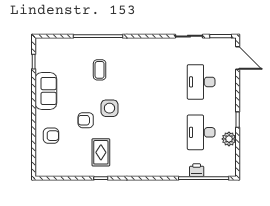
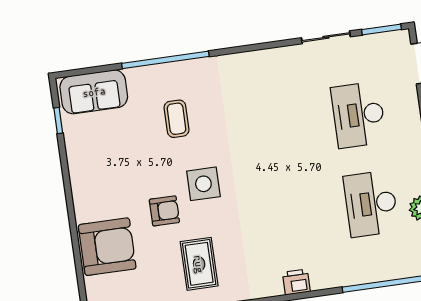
sofa: (46, 91) -> (94, 92), moved, turned 90
armchair: (86, 120) -> (164, 211), turned 180
armchair: (51, 136) -> (107, 247), width x1.88, depth x1.88
printer: (197, 170) -> (296, 282), moved

